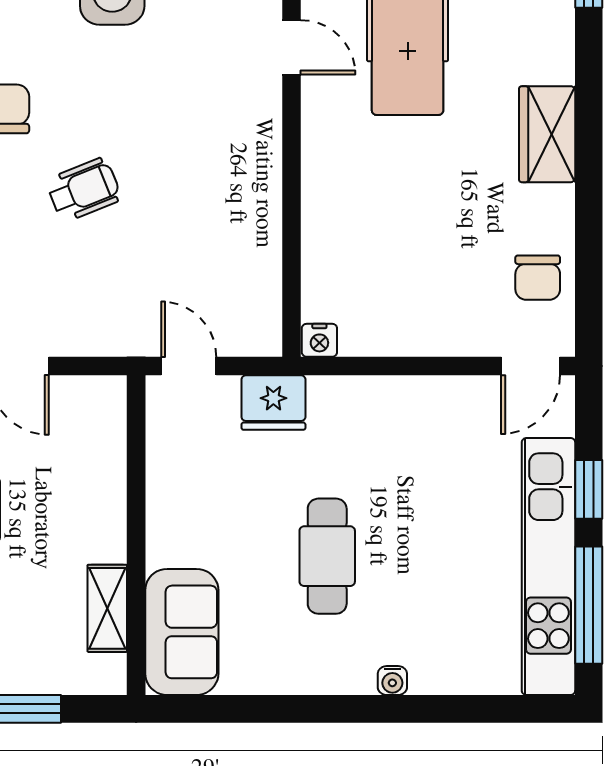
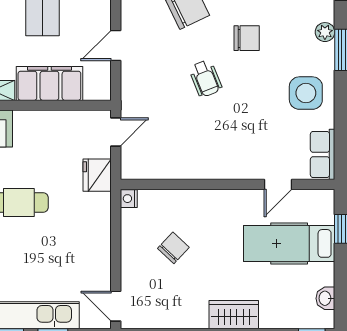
chair: (538, 278) -> (173, 248), moved, turned 133
filing cabinet: (93, 496) -> (49, 83), added

